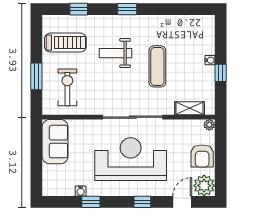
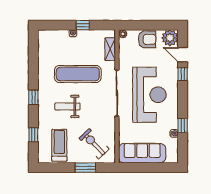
weight bench: (115, 53) -> (67, 106), turned 90
exercise mat: (157, 66) -> (78, 74), width x1.36, depth x1.45
exercise bike: (67, 87) -> (94, 144), turned 46
sofa: (55, 142) -> (142, 153), width x1.36
reception desk: (131, 159) -> (149, 95), turned 180
window: (142, 202) -> (183, 74), moved

